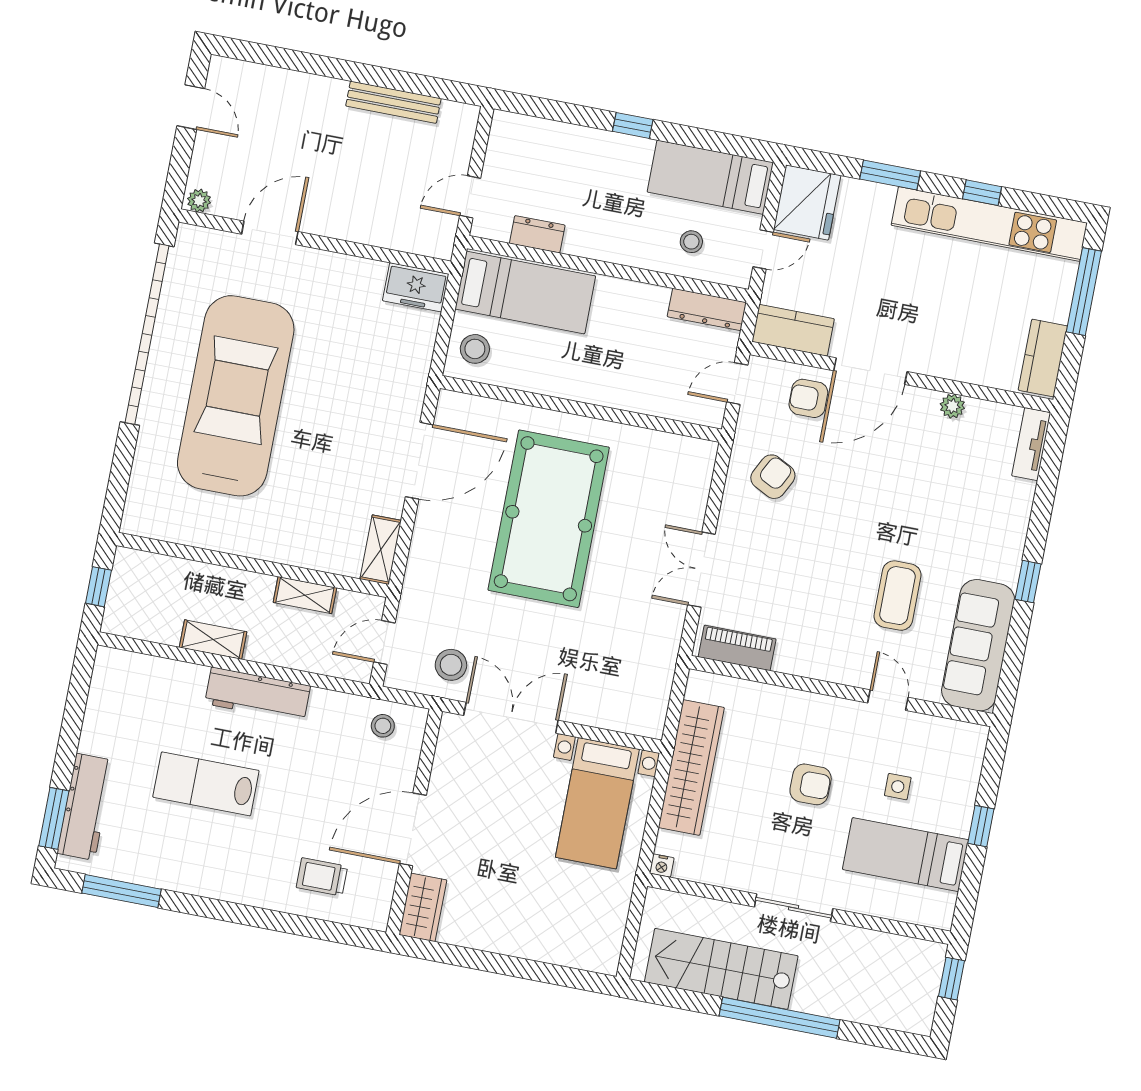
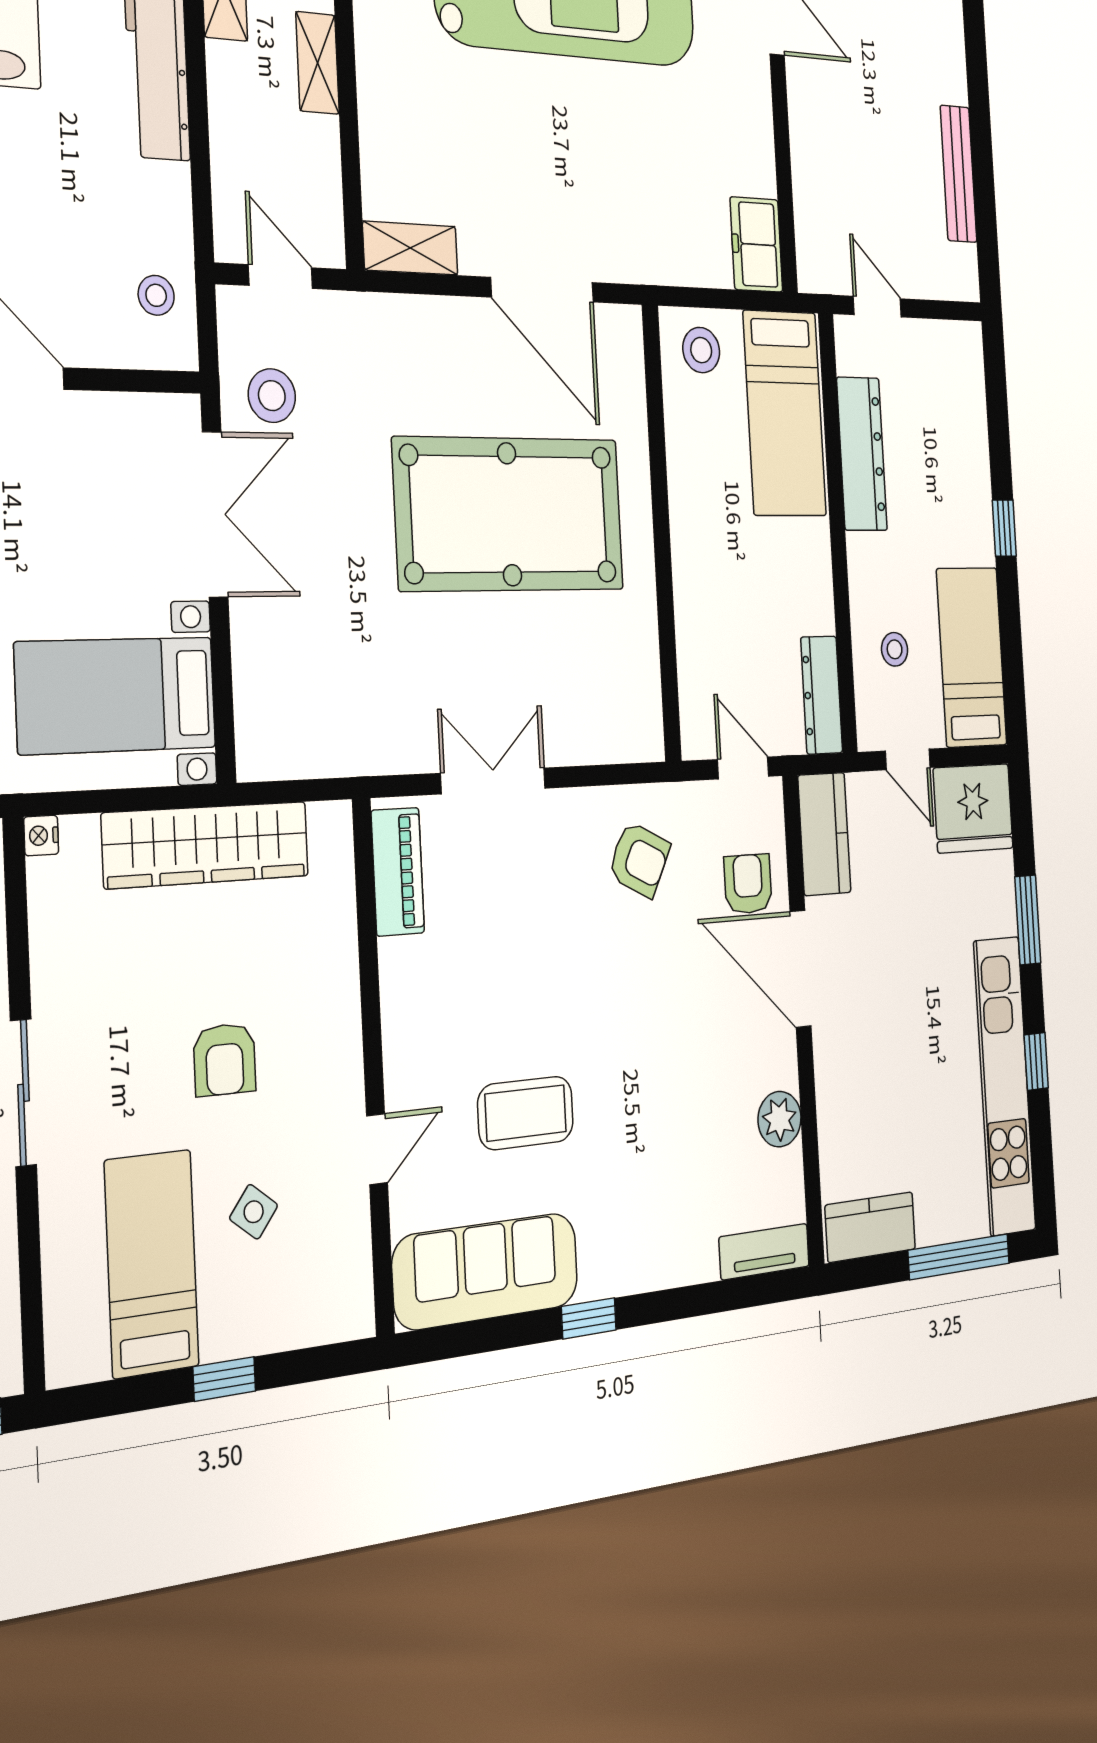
dresser: (537, 234) -> (862, 454), width x1.96, depth x1.24
plant: (952, 406) -> (779, 1119), width x1.38, depth x1.38
shelving: (305, 595) -> (317, 63), moved
side table: (898, 787) -> (254, 1212), turned 38

